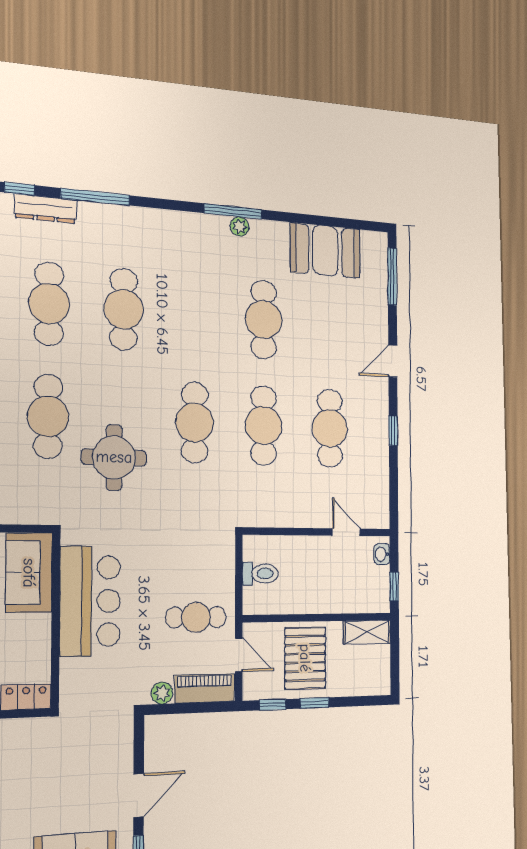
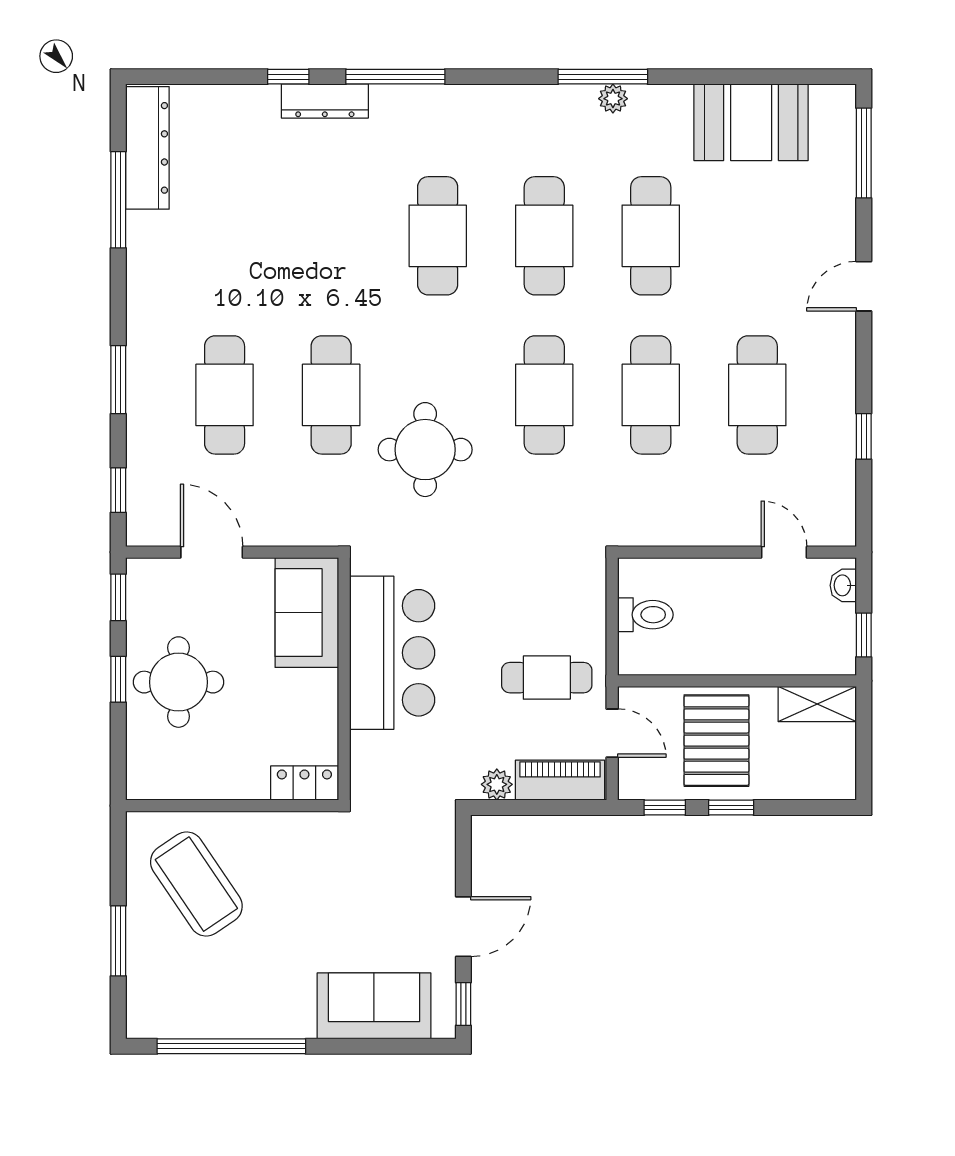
cafe table: (49, 304) -> (544, 236), moved
window: (393, 431) -> (864, 436), moved

